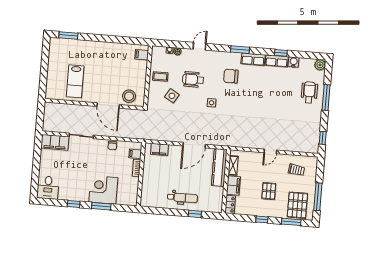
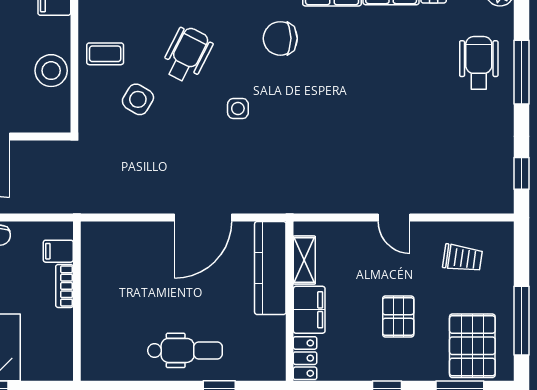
wheelchair: (193, 79) -> (187, 54), turned 117
stool: (129, 96) -> (51, 71), moved
filing cabinet: (159, 149) -> (118, 235), removed
door: (270, 151) -> (394, 218), hinge flipped

